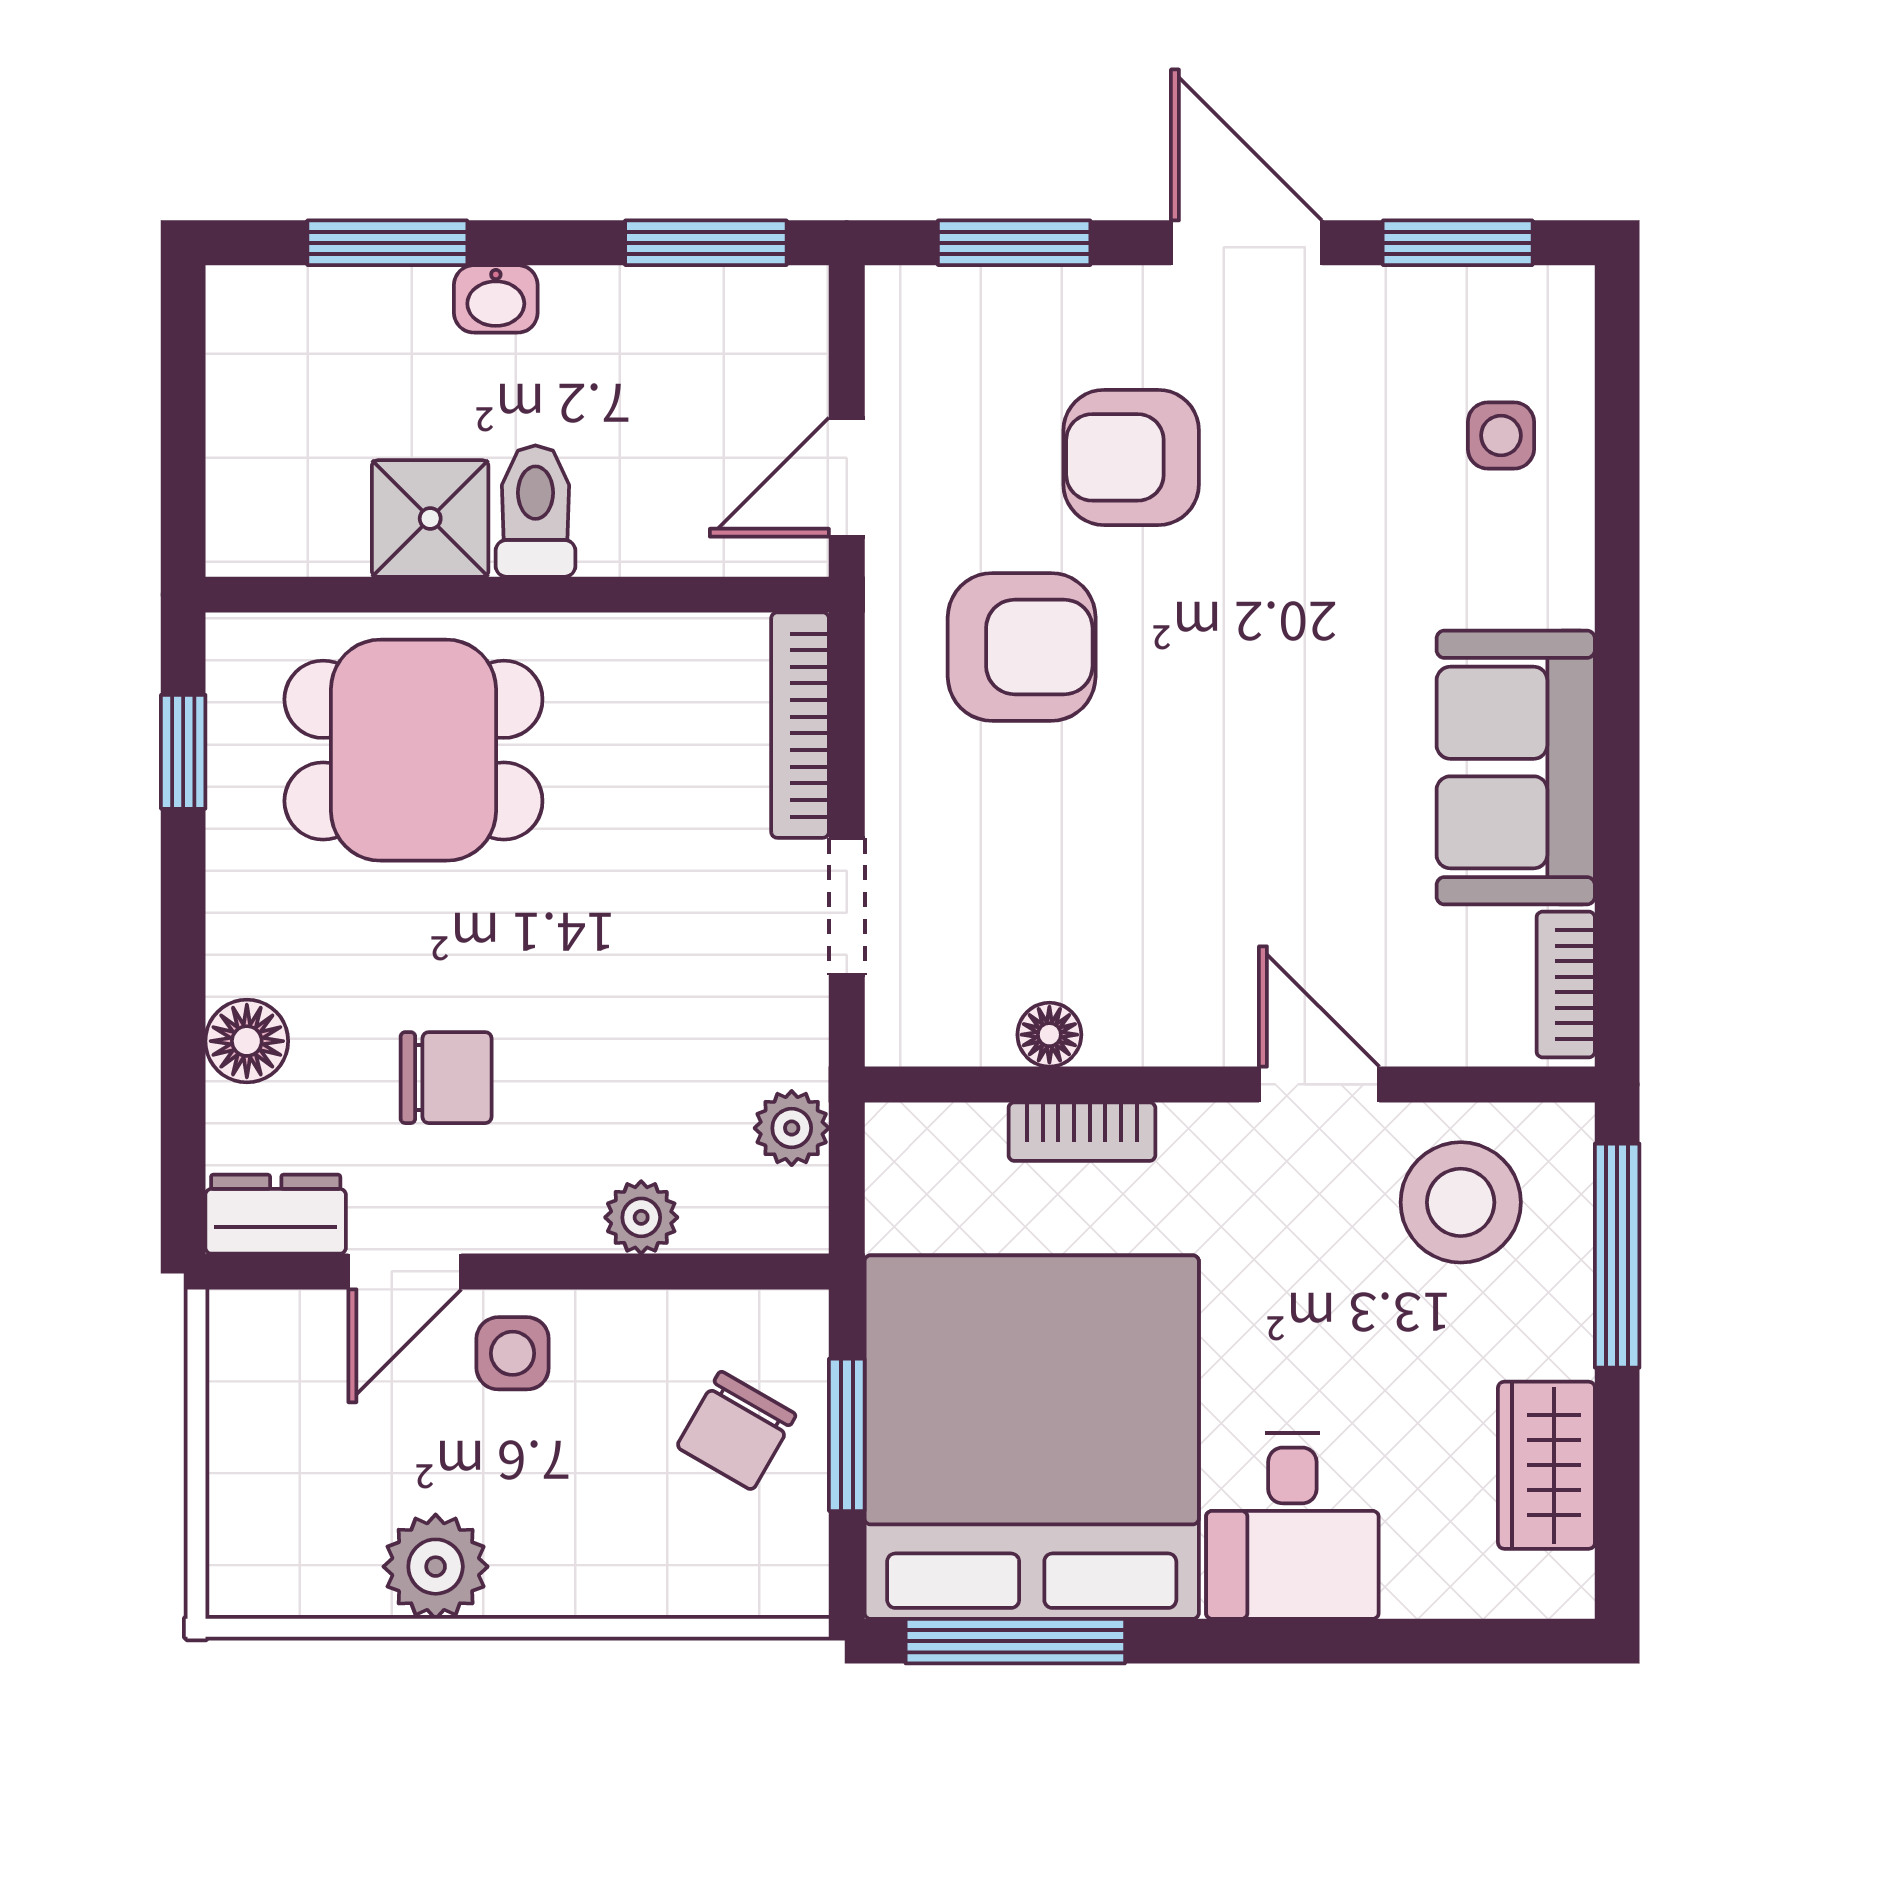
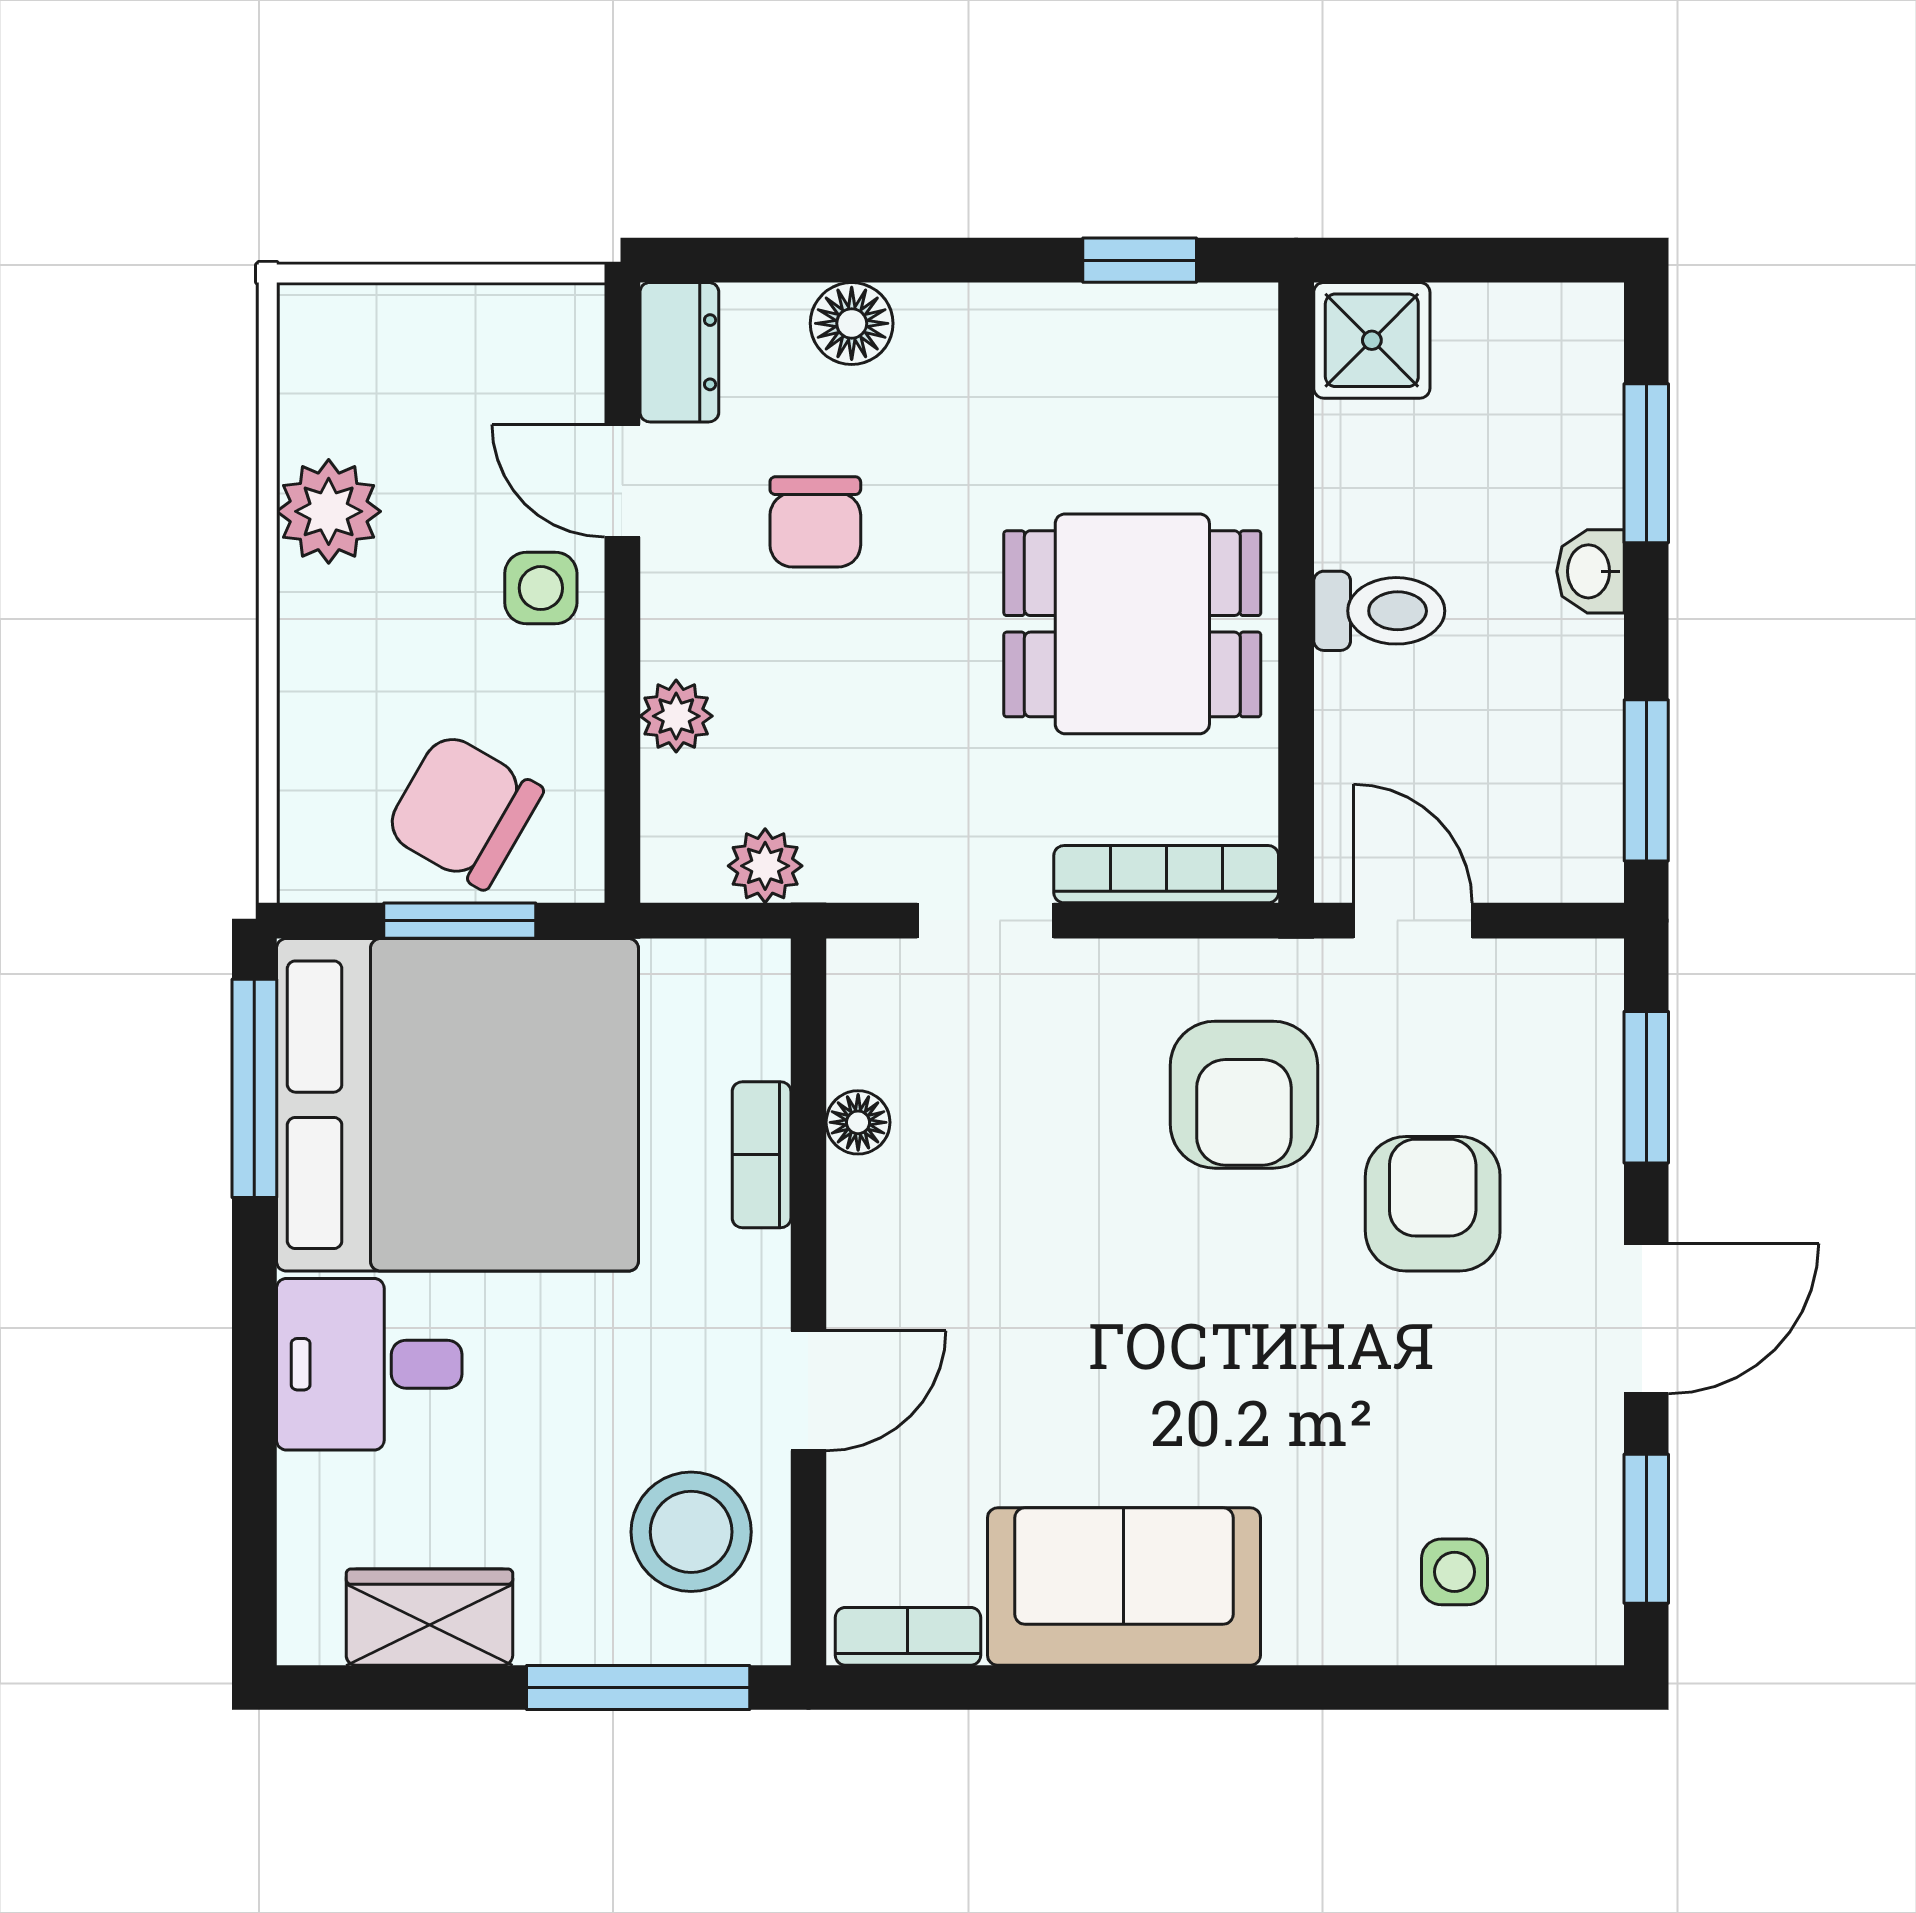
shower: (430, 519) -> (1372, 340), moved
dining table: (413, 750) -> (1132, 624), moved, turned 90
chair: (736, 1431) -> (464, 811), width x1.37, depth x1.37

